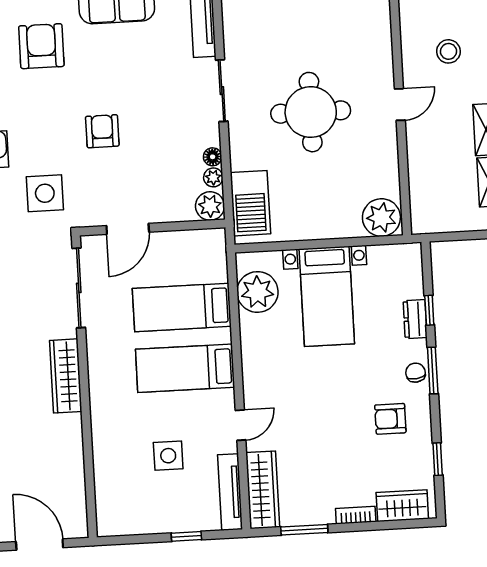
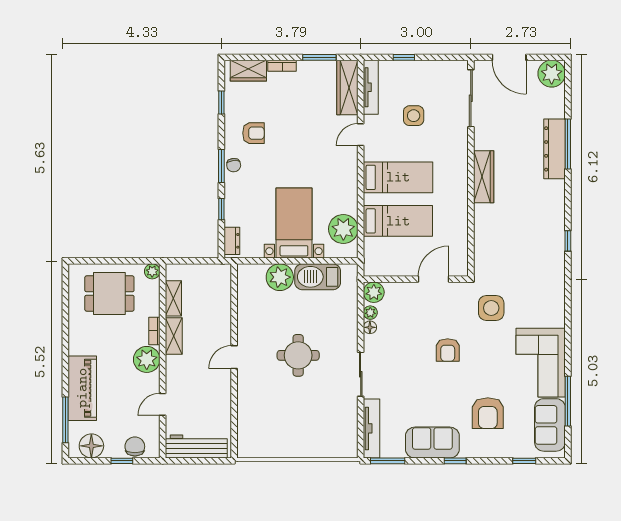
stool: (448, 51) -> (197, 393), removed
round table: (311, 112) -> (298, 355), width x0.73, depth x0.73
barbecue: (250, 203) -> (318, 277), moved, turned -90
plant: (381, 218) -> (280, 277), moved
sliding door: (79, 288) -> (471, 98), moved
dresser: (415, 319) -> (232, 241), moved

